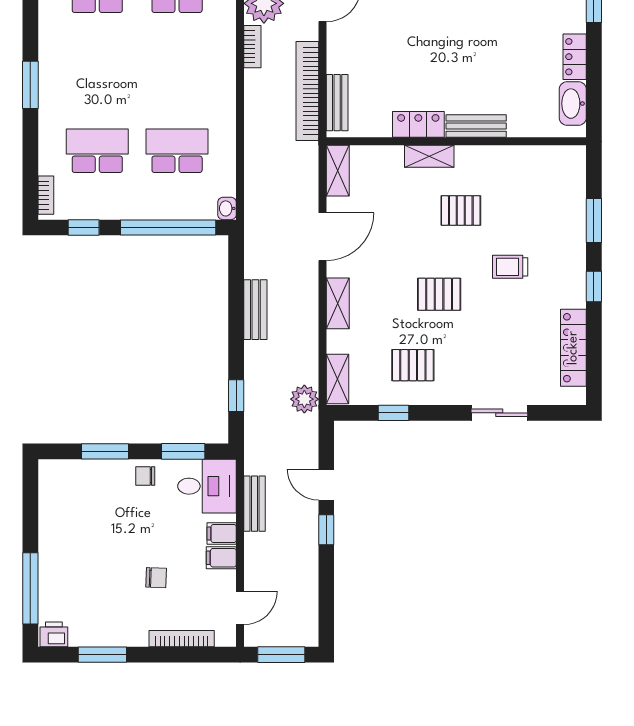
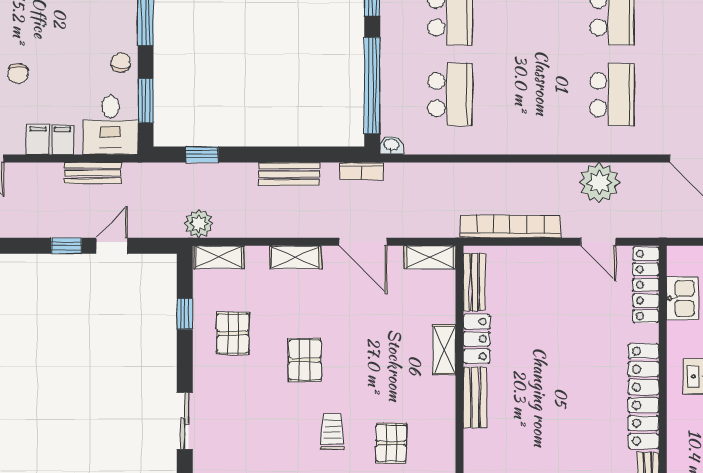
bookcase: (252, 47) -> (361, 171), moved
bench: (337, 103) -> (474, 282), moved, turned 90
pallet: (461, 210) -> (391, 443), moved

